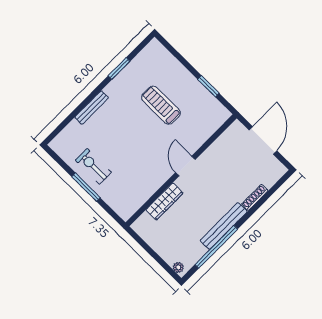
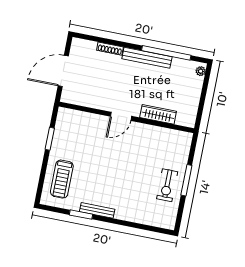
treadmill: (161, 105) -> (62, 179), moved
bench: (92, 108) -> (97, 210), moved

